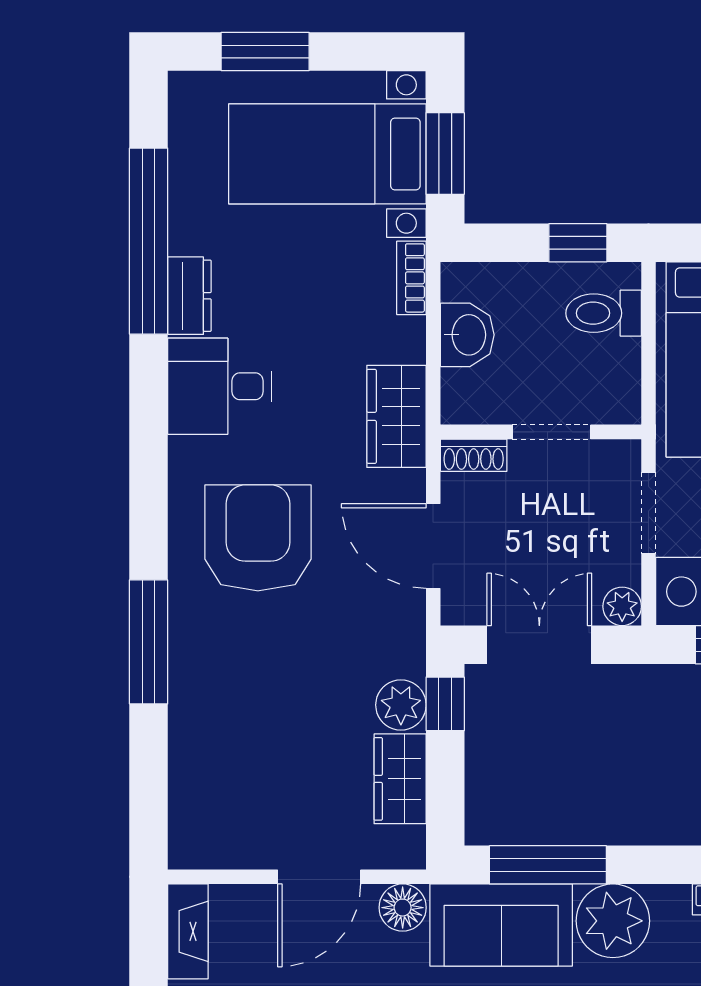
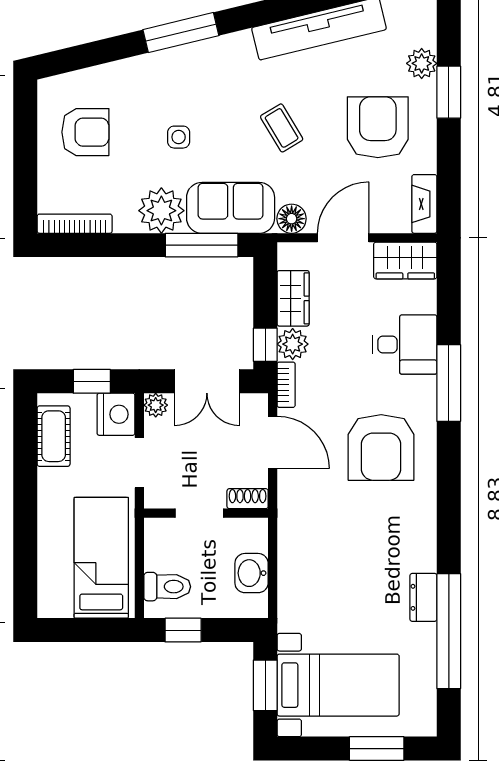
bookcase: (411, 278) -> (286, 385), moved
desk: (220, 386) -> (405, 344), moved
wardrobe: (396, 416) -> (405, 261), moved, turned 90

